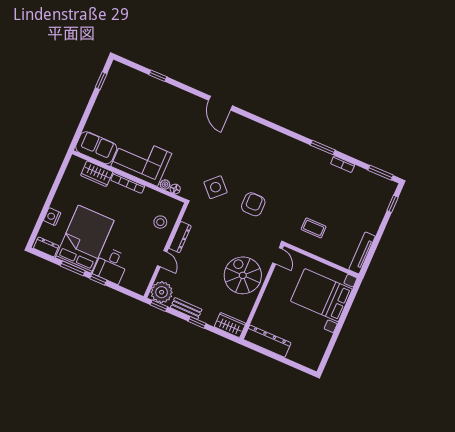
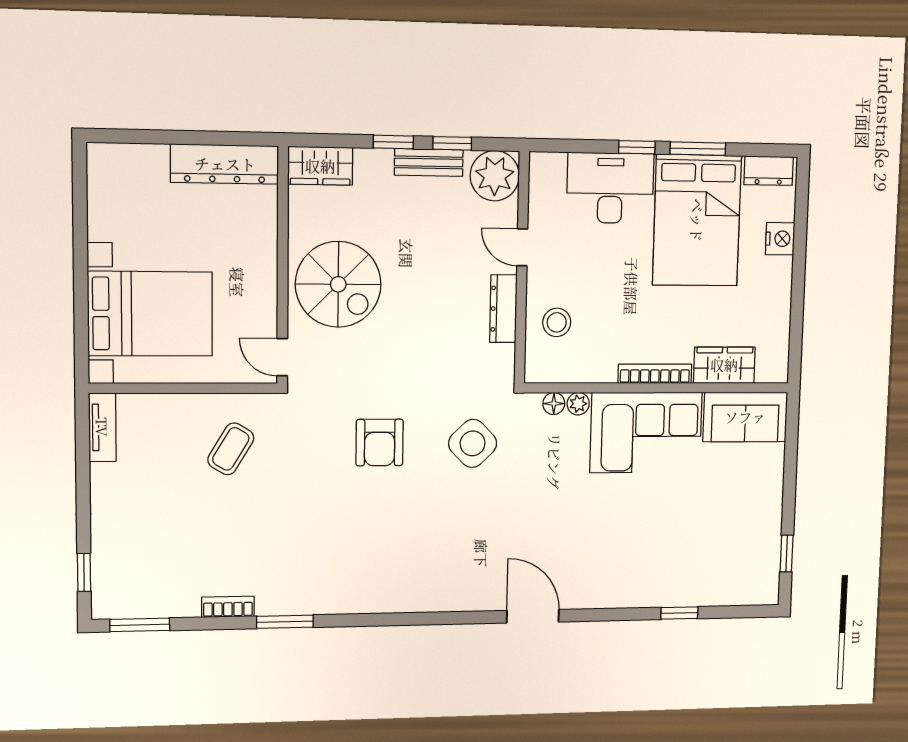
coffee table: (314, 228) -> (231, 449), turned -59
tv unit: (362, 253) -> (102, 427), width x0.71
desk: (111, 265) -> (610, 188), width x1.37
window: (159, 306) -> (452, 143), moved

